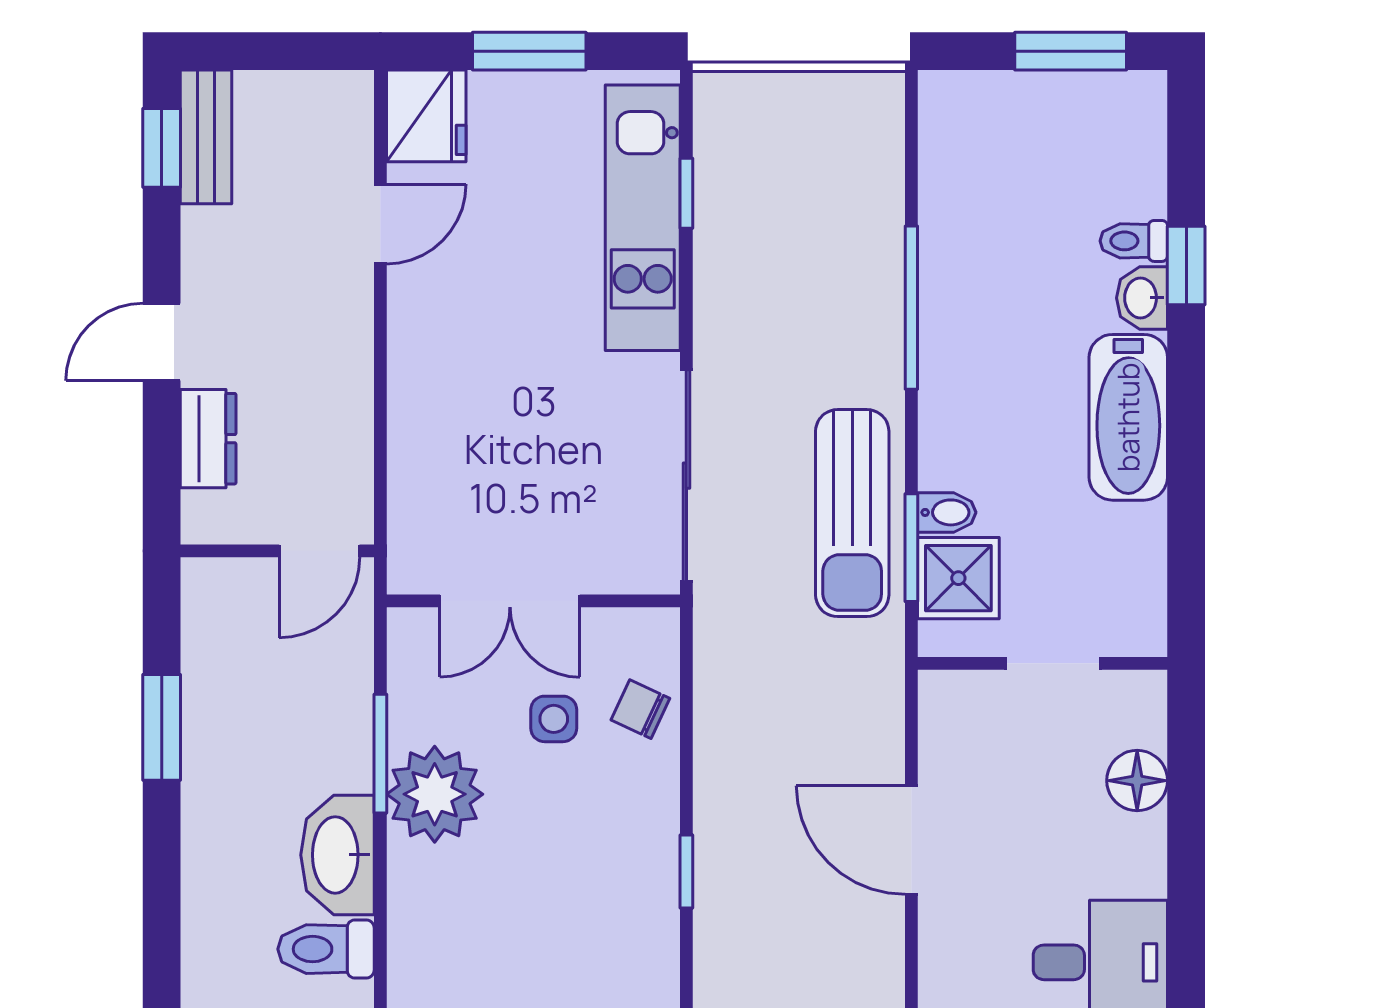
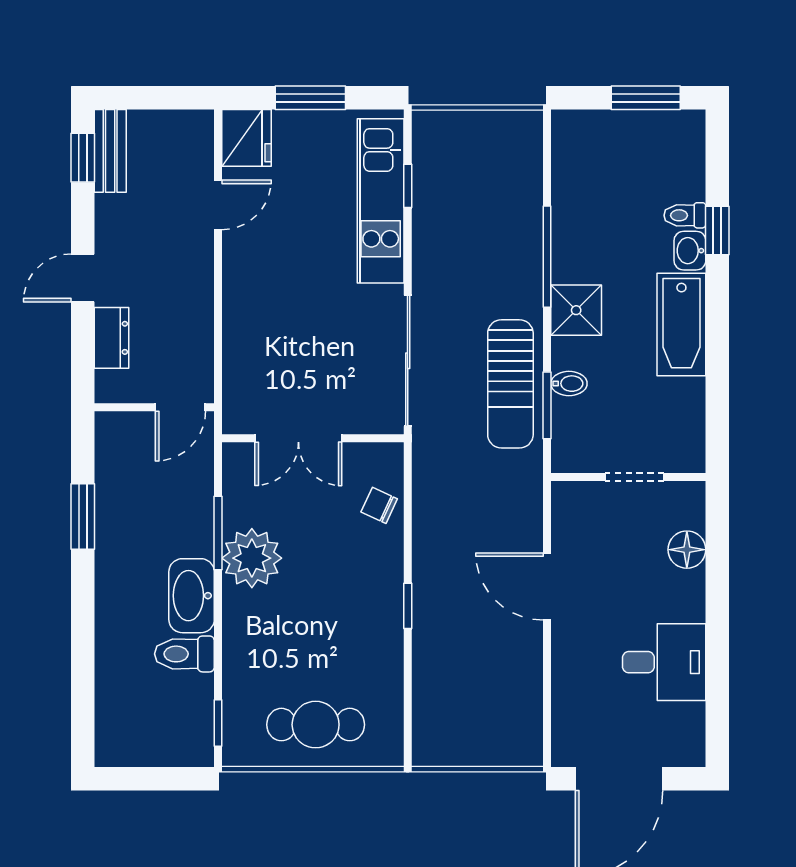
shower: (958, 578) -> (576, 310), moved
side table: (554, 719) -> (326, 511), removed

